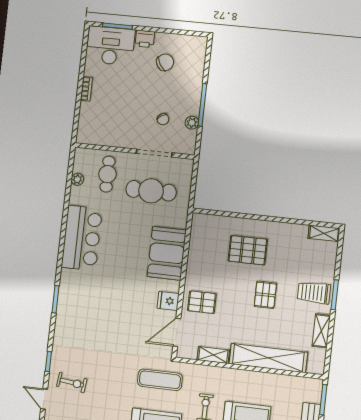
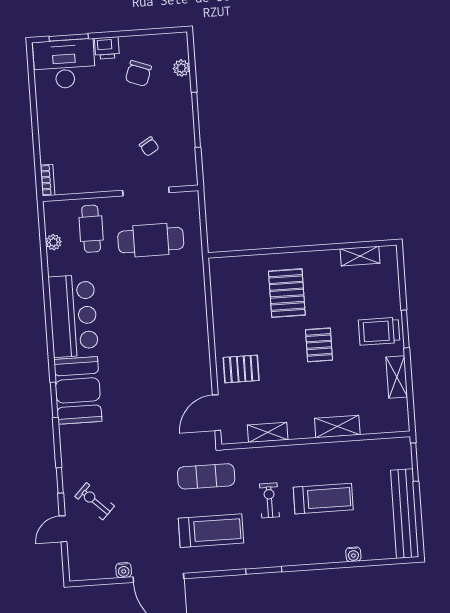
chair: (165, 62) -> (138, 74), turned 142
bookcase: (86, 89) -> (47, 180), moved
plant: (192, 123) -> (181, 68), moved
shelving: (324, 233) -> (360, 256), moved
pallet: (248, 250) -> (287, 293), turned 90
booth: (167, 253) -> (78, 390), moved
fridge: (168, 301) -> (198, 375), removed
shelving: (268, 358) -> (337, 427), width x0.45, depth x0.75
exercise bike: (72, 383) -> (95, 501), turned -143
door: (44, 399) -> (63, 529), hinge flipped

